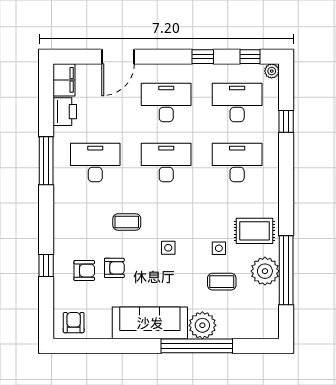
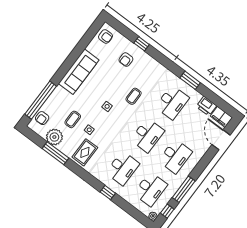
door: (118, 57) -> (221, 140), moved
window: (203, 57) -> (184, 189), width x2.17
window: (286, 121) -> (108, 193), moved
window: (46, 161) -> (190, 80), width x0.69
armchair: (114, 268) -> (42, 118), moved
window: (286, 270) -> (56, 153), width x0.68
plant: (265, 271) -> (54, 137), moved
plant: (202, 325) -> (59, 95), removed
window: (197, 346) -> (41, 100), moved

